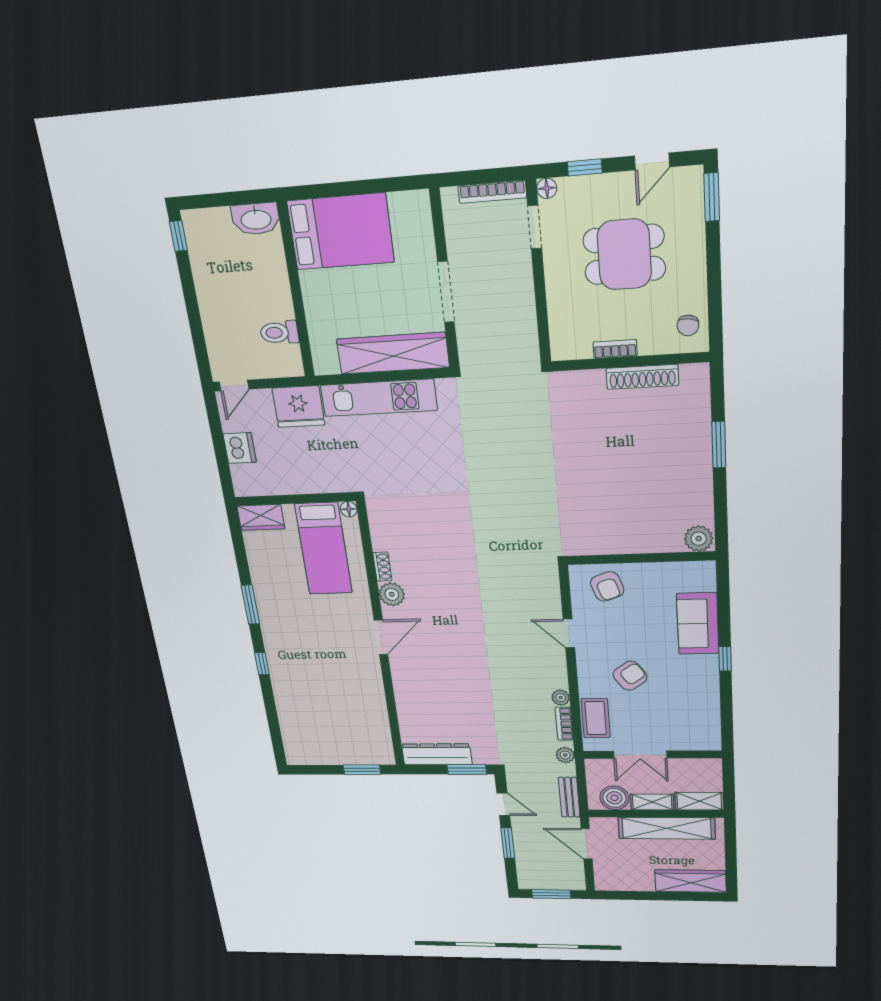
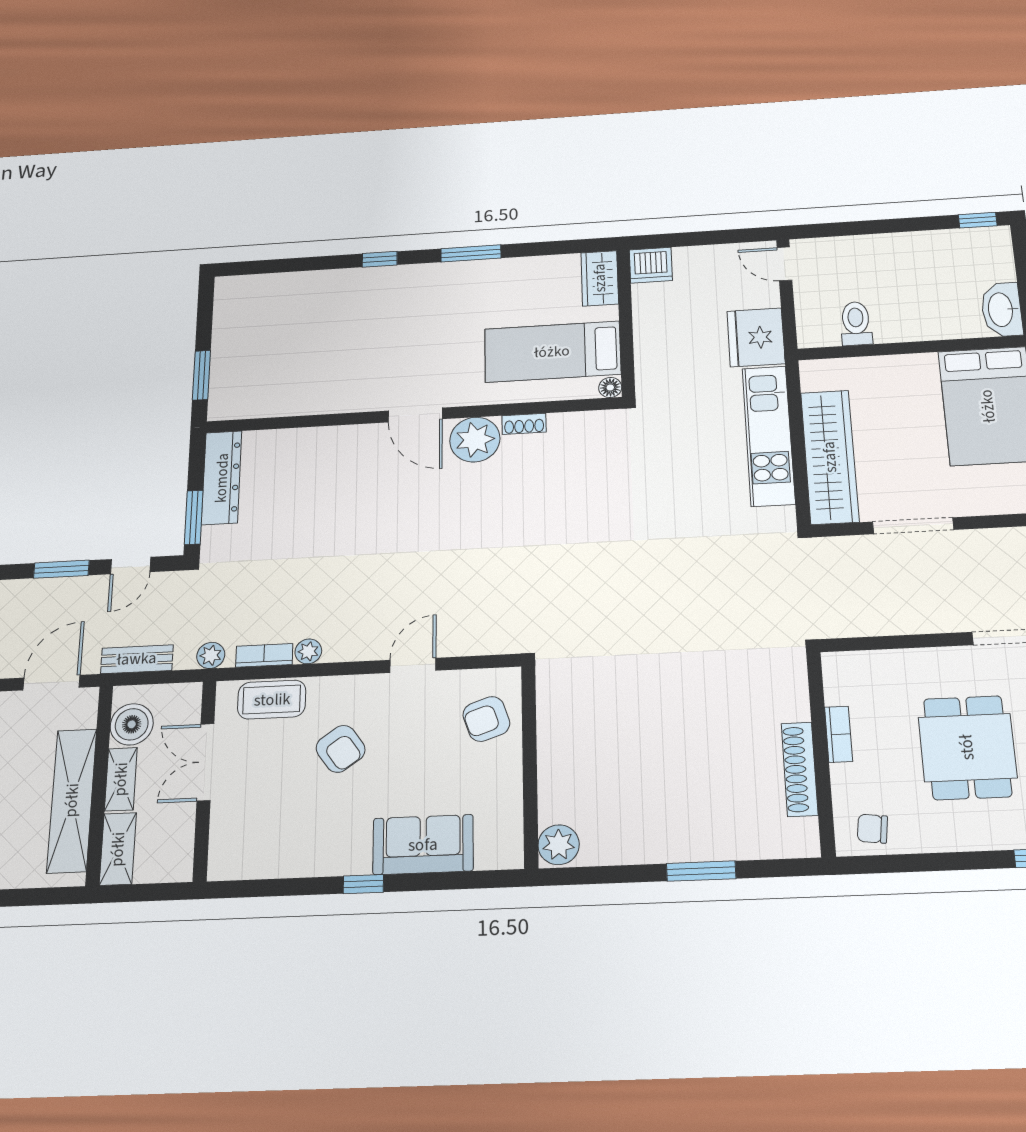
dishwasher: (240, 448) -> (651, 265), moved
plant: (392, 594) -> (475, 440), width x1.36, depth x1.36

